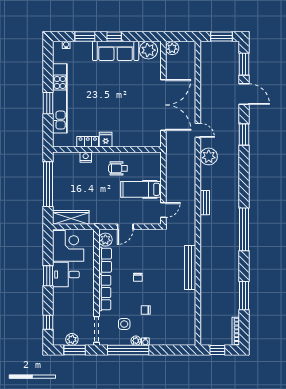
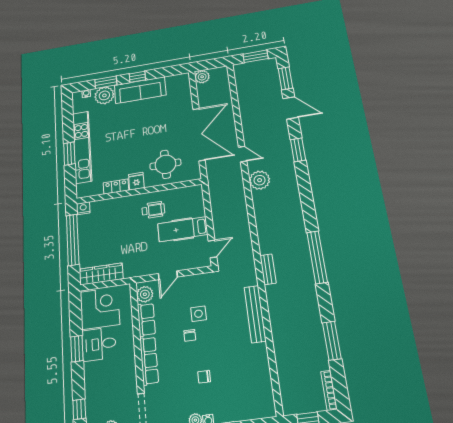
plant: (148, 50) -> (104, 95), moved
round table: (132, 128) -> (165, 164), added
nightstand: (86, 157) -> (83, 208), moved
wheelchair: (118, 168) -> (153, 210), turned 180
bench: (205, 203) -> (268, 269), moved
side table: (124, 324) -> (199, 314), moved

